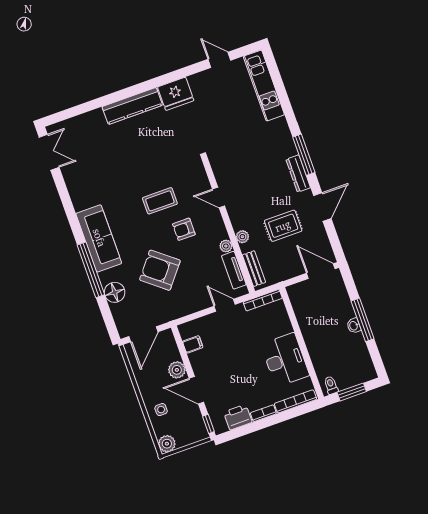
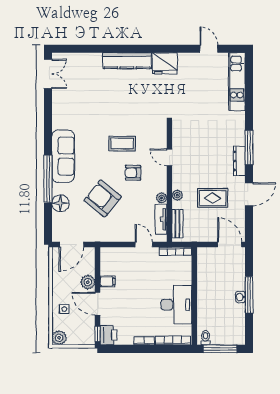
filing cabinet: (193, 344) -> (108, 281), moved
window: (352, 392) -> (220, 349), width x1.44
printer: (238, 417) -> (108, 335), moved, turned 90

